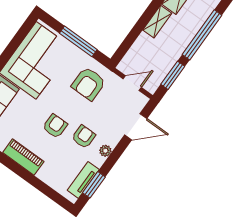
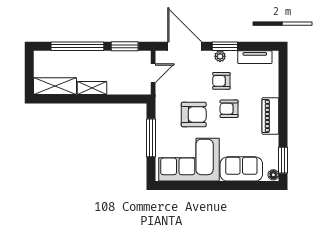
door: (132, 83) -> (153, 73), swing flipped
armchair: (89, 84) -> (194, 114), moved
door: (136, 127) -> (185, 46), width x1.36
window: (94, 185) -> (225, 46), moved

